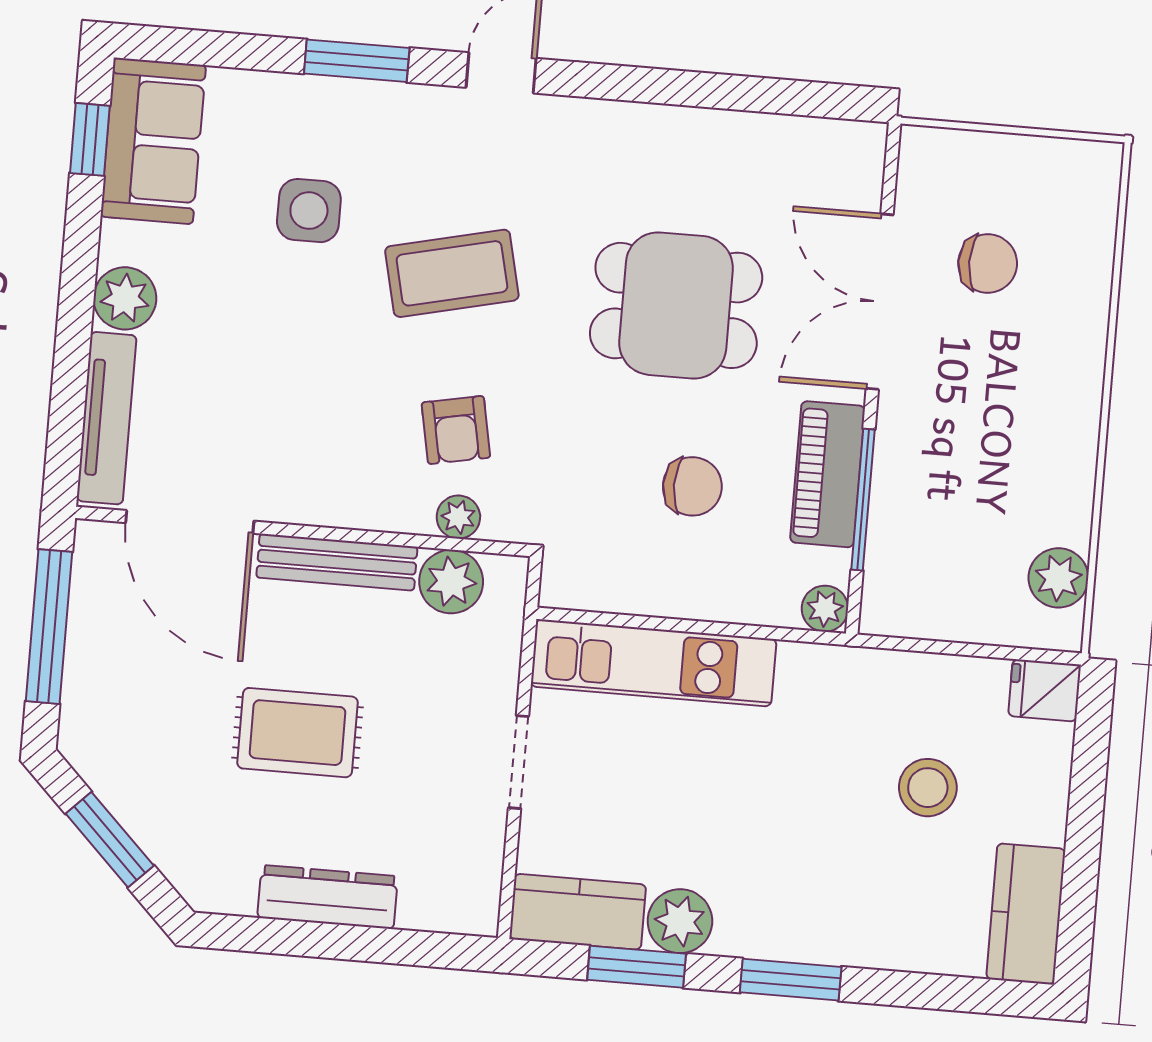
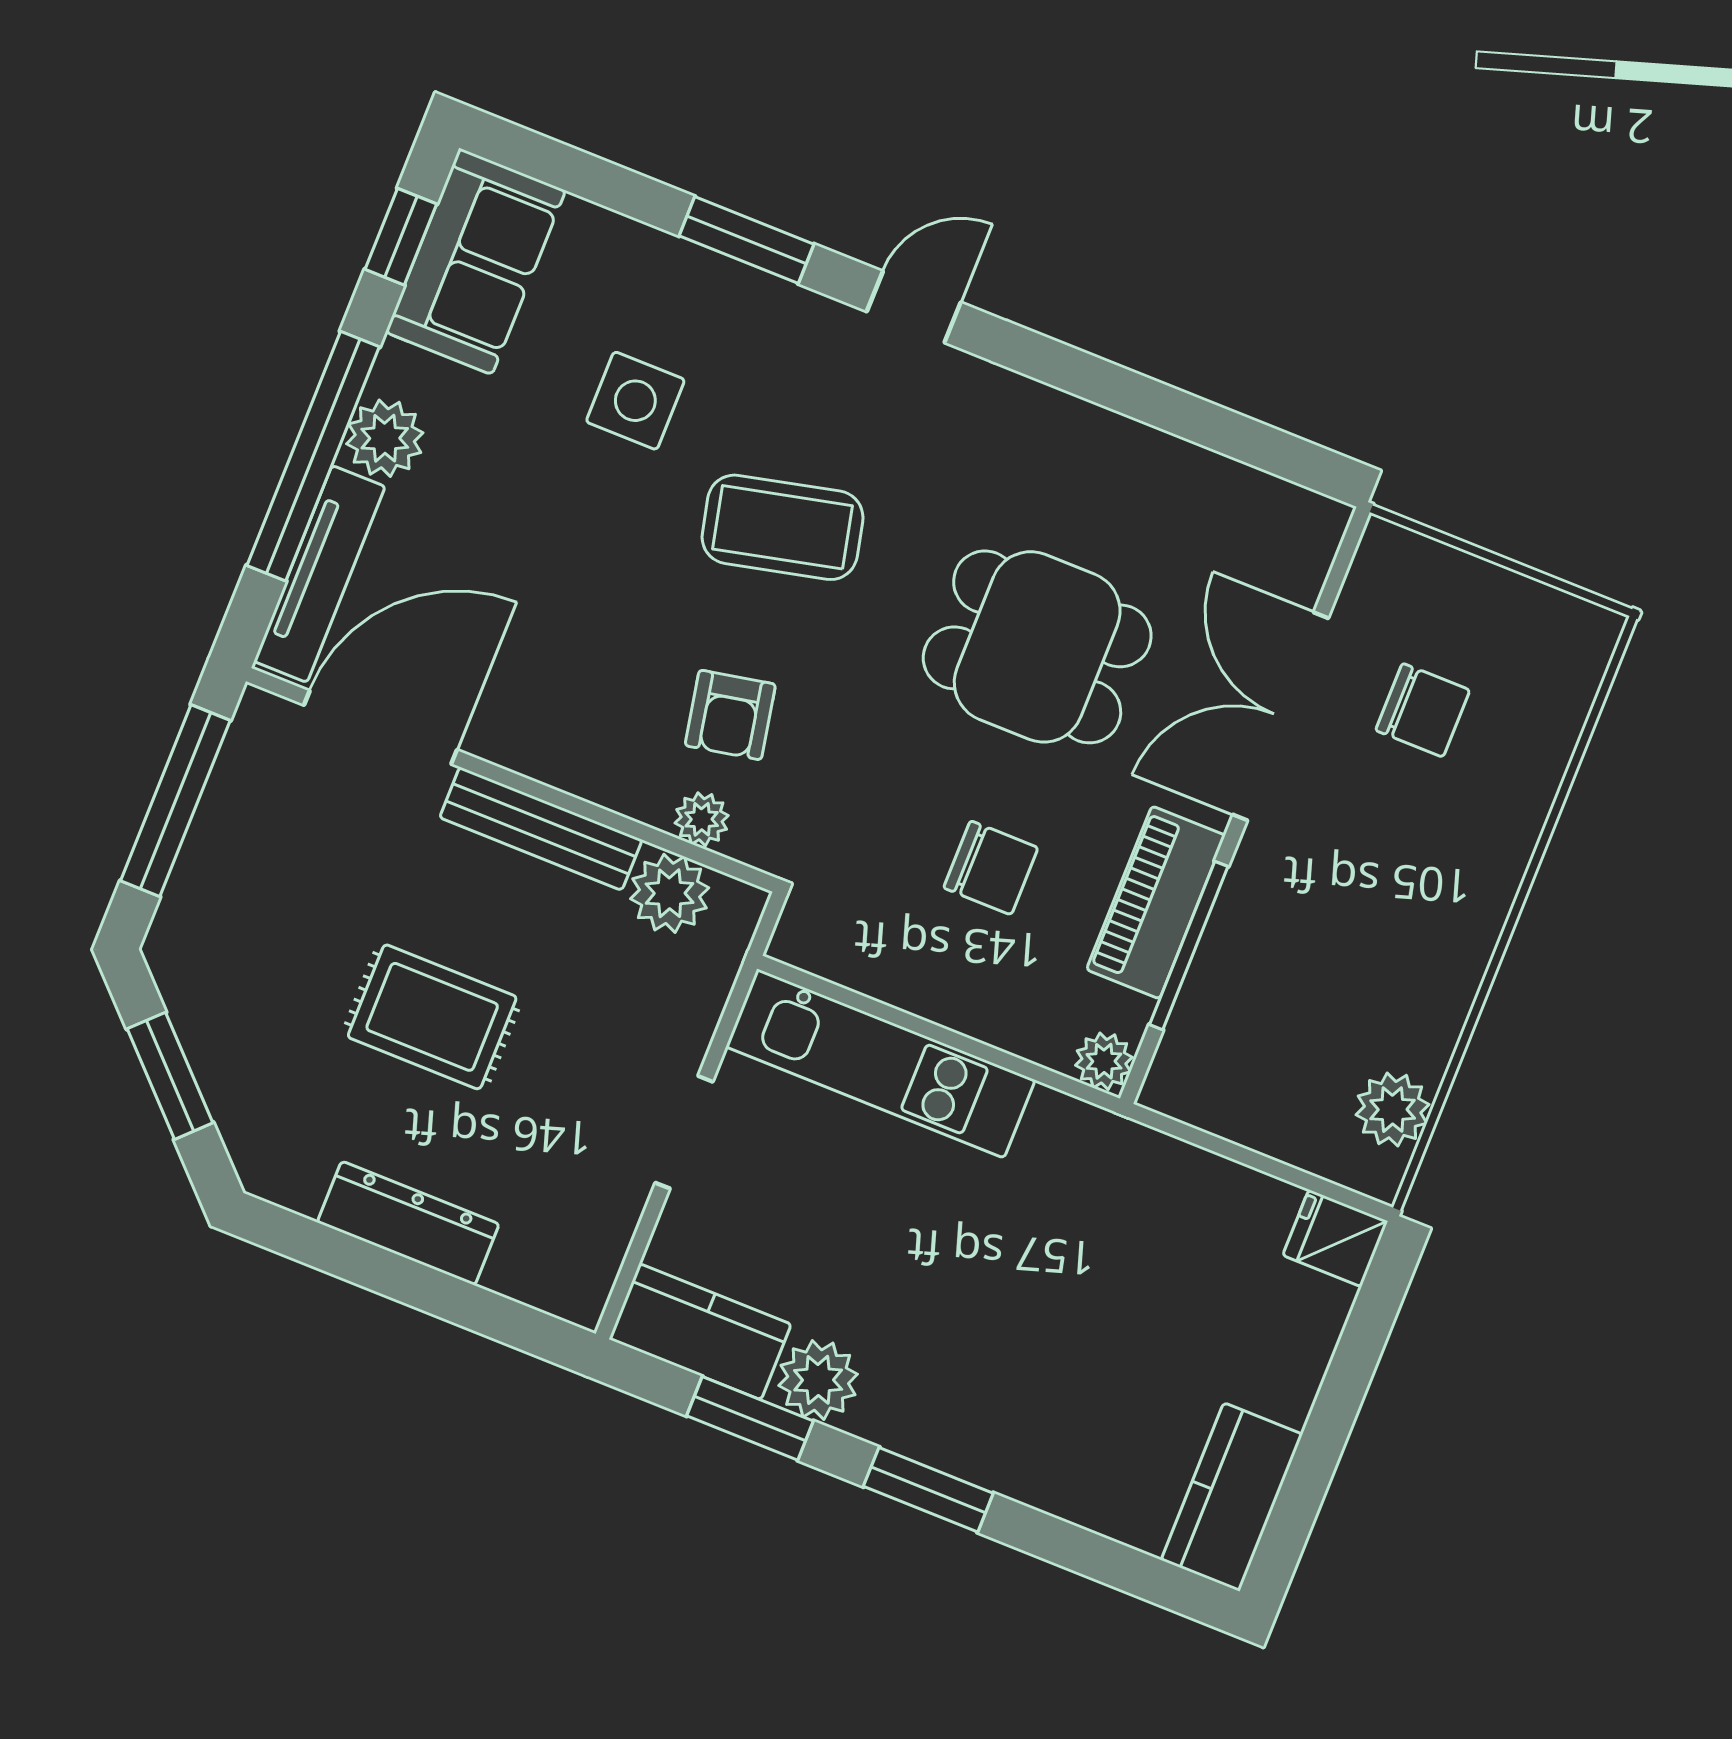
window: (74, 329) -> (313, 456), added
door: (190, 522) -> (381, 727), swing flipped
stool: (928, 788) -> (1161, 1311), removed

